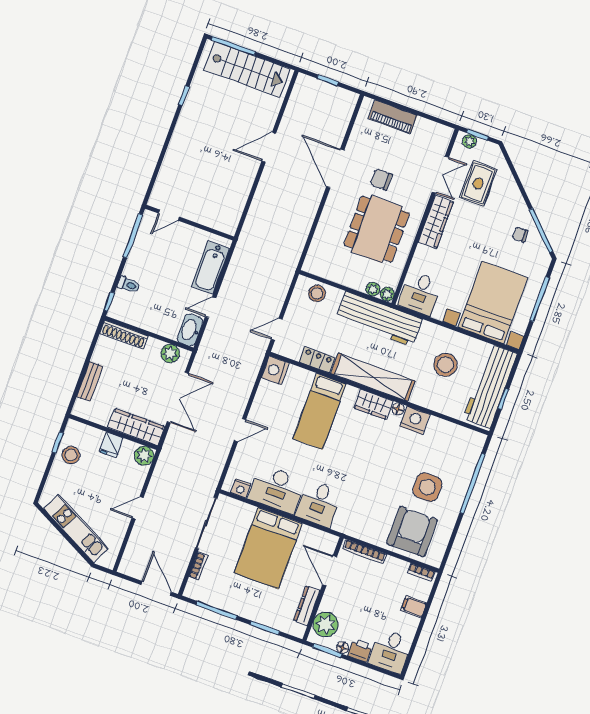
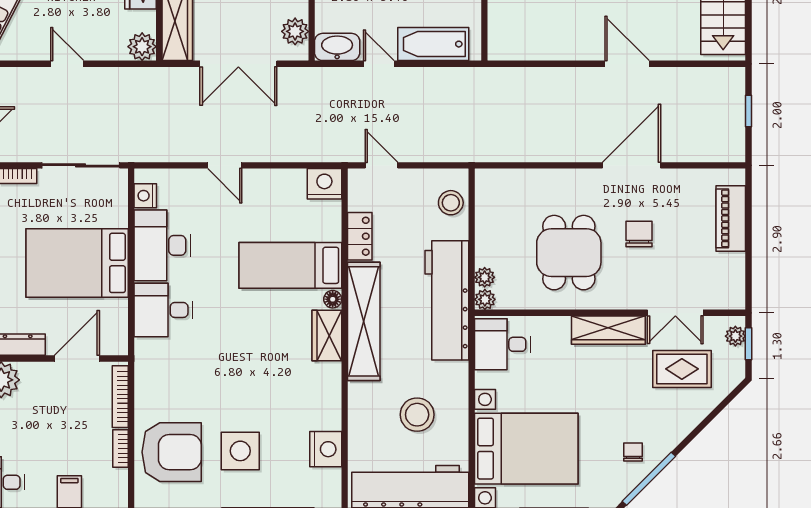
dining table: (377, 229) -> (569, 253), width x0.73
floor lamp: (398, 409) -> (333, 299), moved
nightstand: (415, 420) -> (326, 449), moved
bookcase: (421, 572) -> (121, 449), moved

